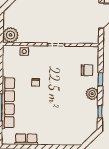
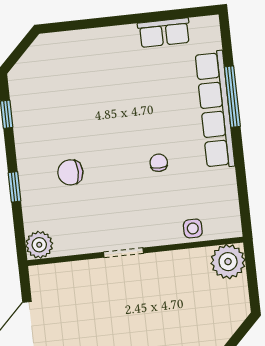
chair: (87, 70) -> (70, 172), moved
plant: (92, 94) -> (39, 245), moved

